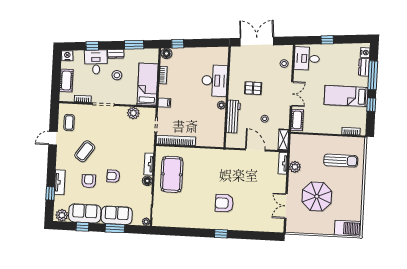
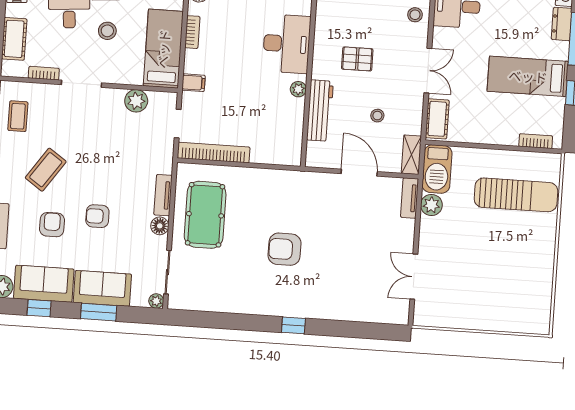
sun lounger: (341, 161) -> (516, 195), width x1.36, depth x1.34
parasol: (317, 196) -> (471, 260), removed
armchair: (224, 203) -> (284, 249), moved
barbecue: (348, 228) -> (437, 169), moved, turned 90

